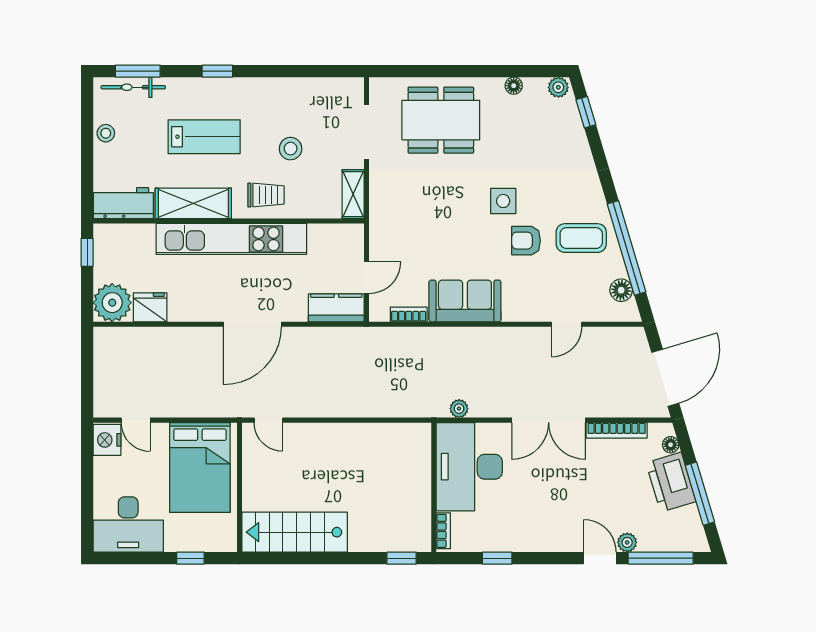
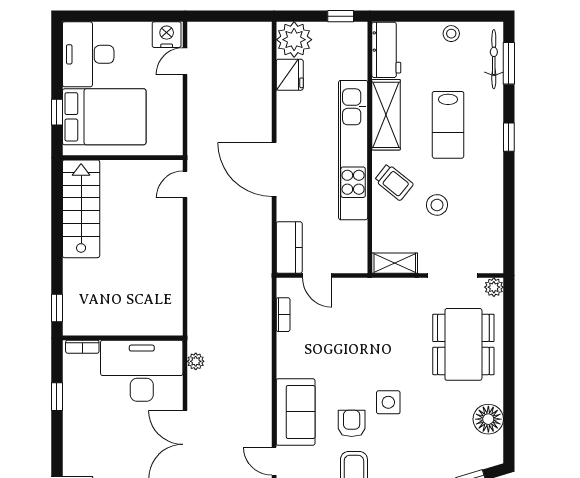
floor lamp: (514, 86) -> (488, 419), width x1.89, depth x1.89
plant: (558, 87) -> (494, 287), moved
trolley: (266, 195) -> (394, 182), turned -51
sofa: (465, 301) -> (296, 412), moved
bed: (200, 467) -> (104, 117), moved, turned 180

